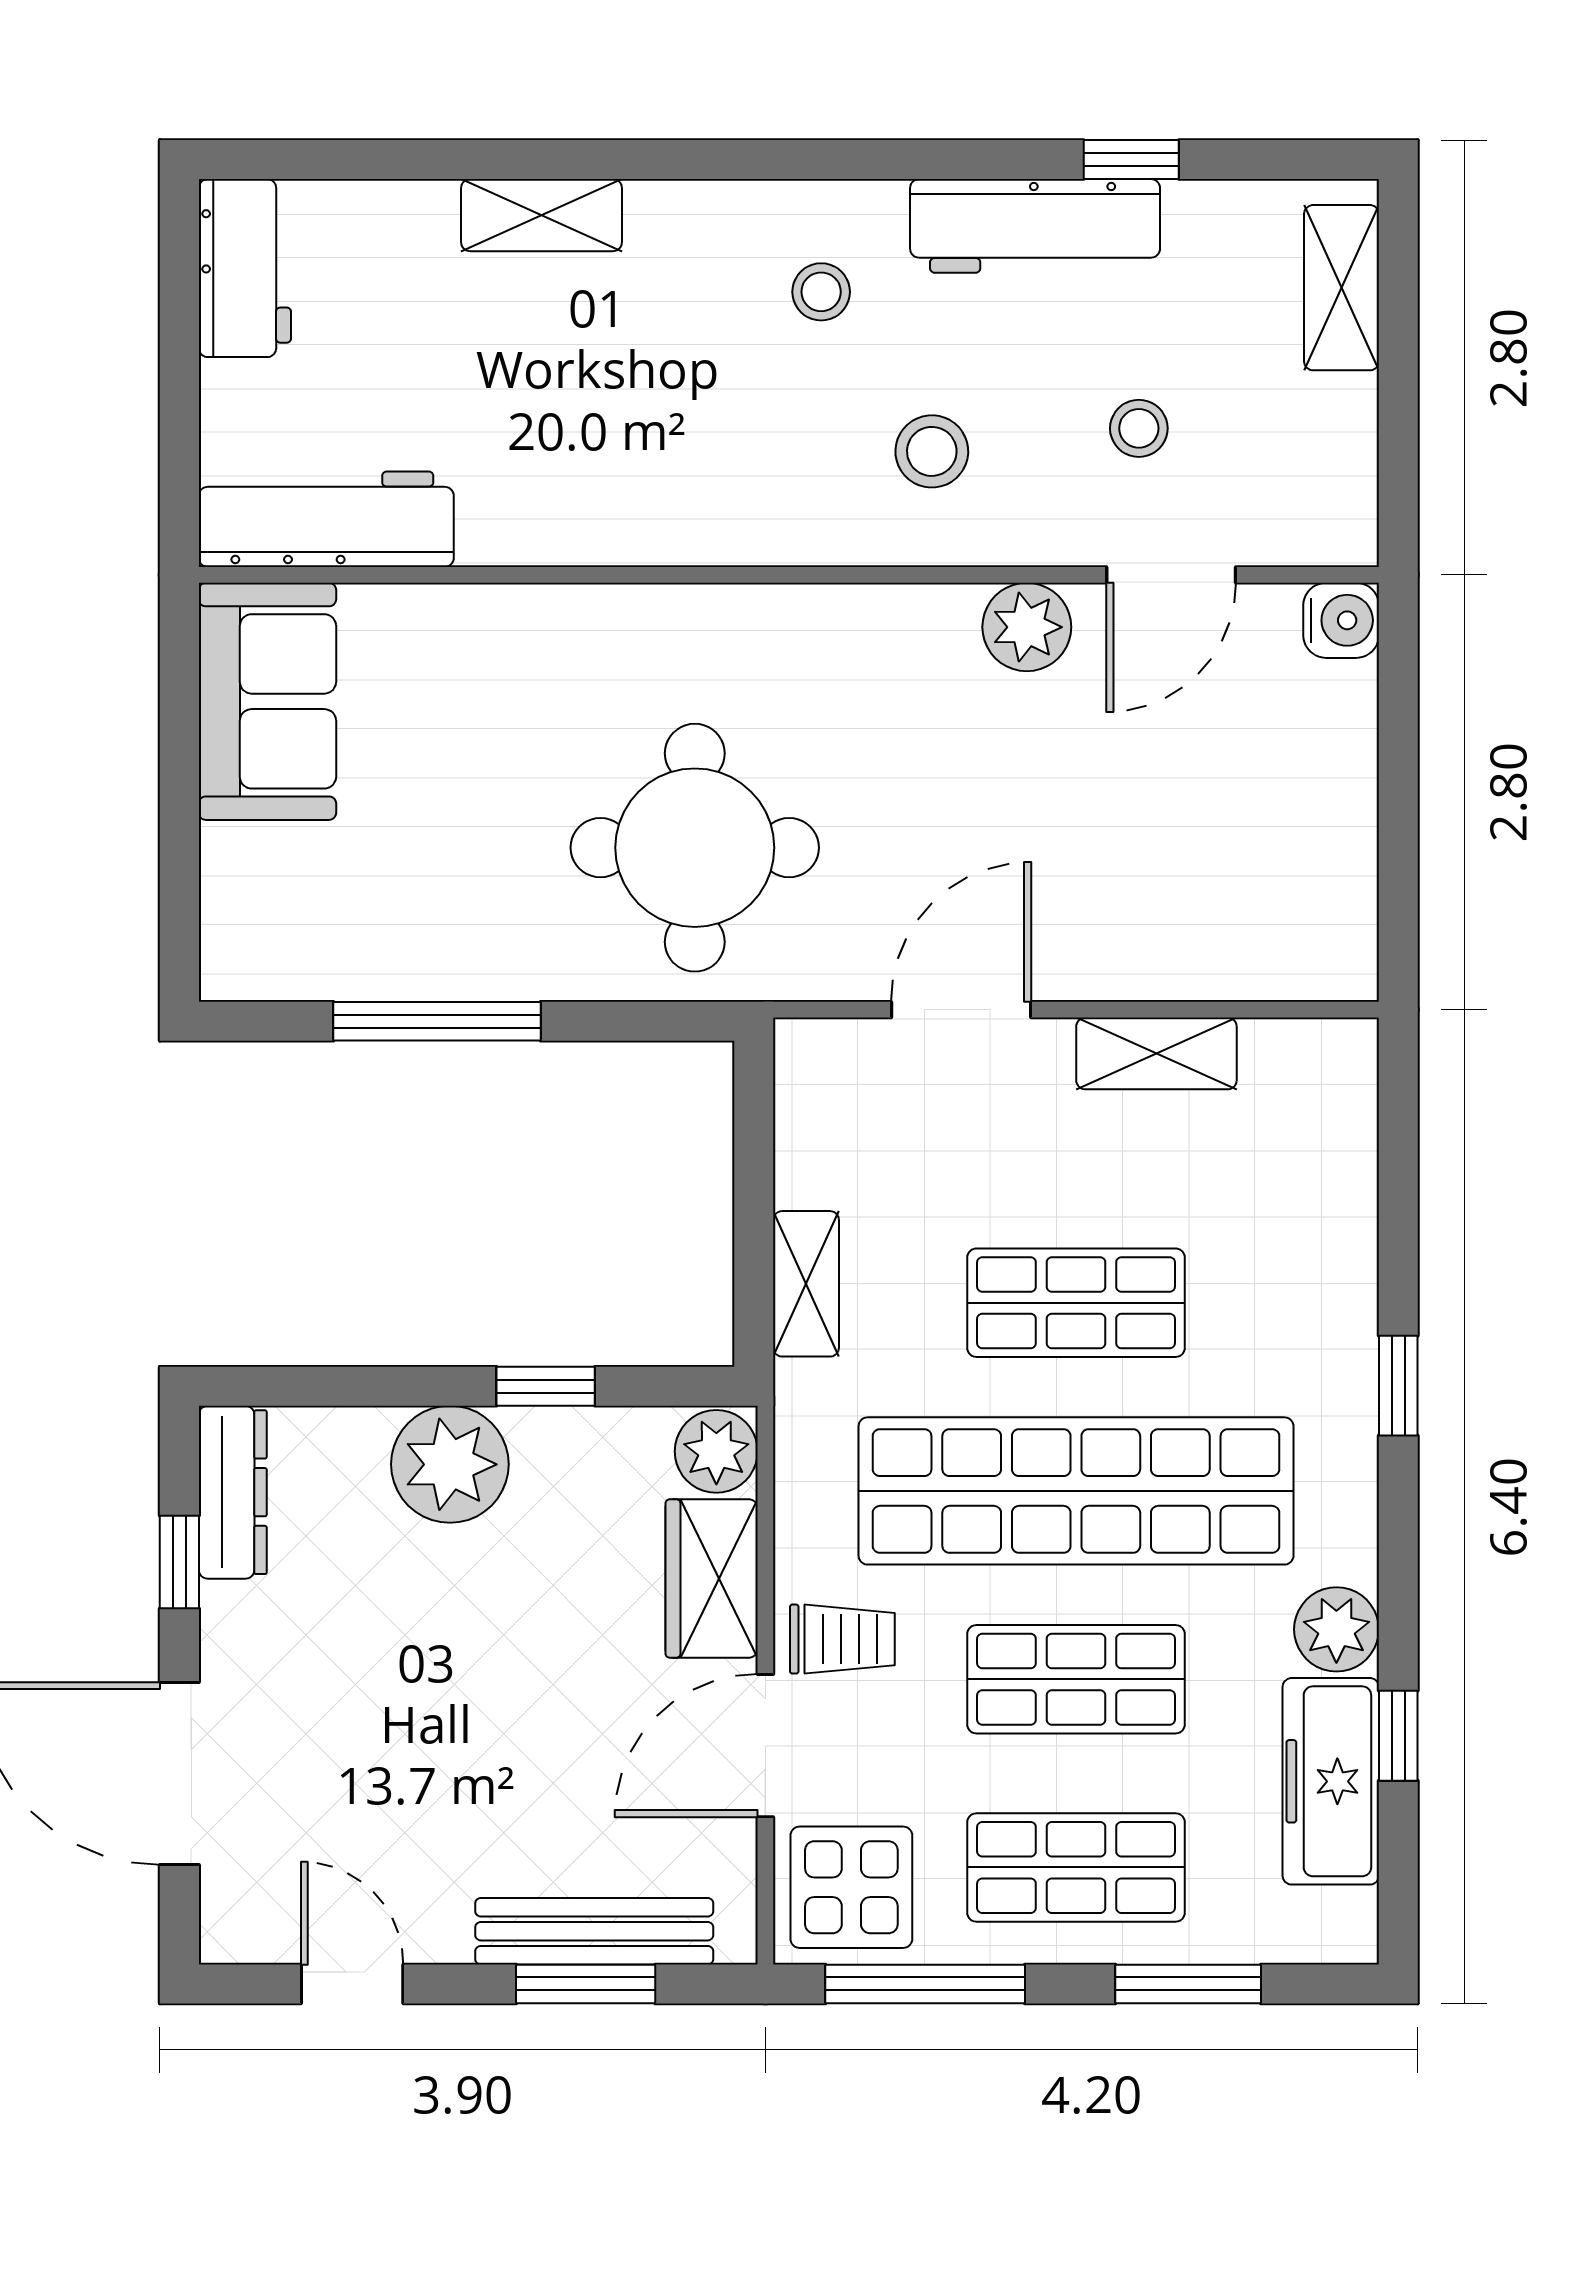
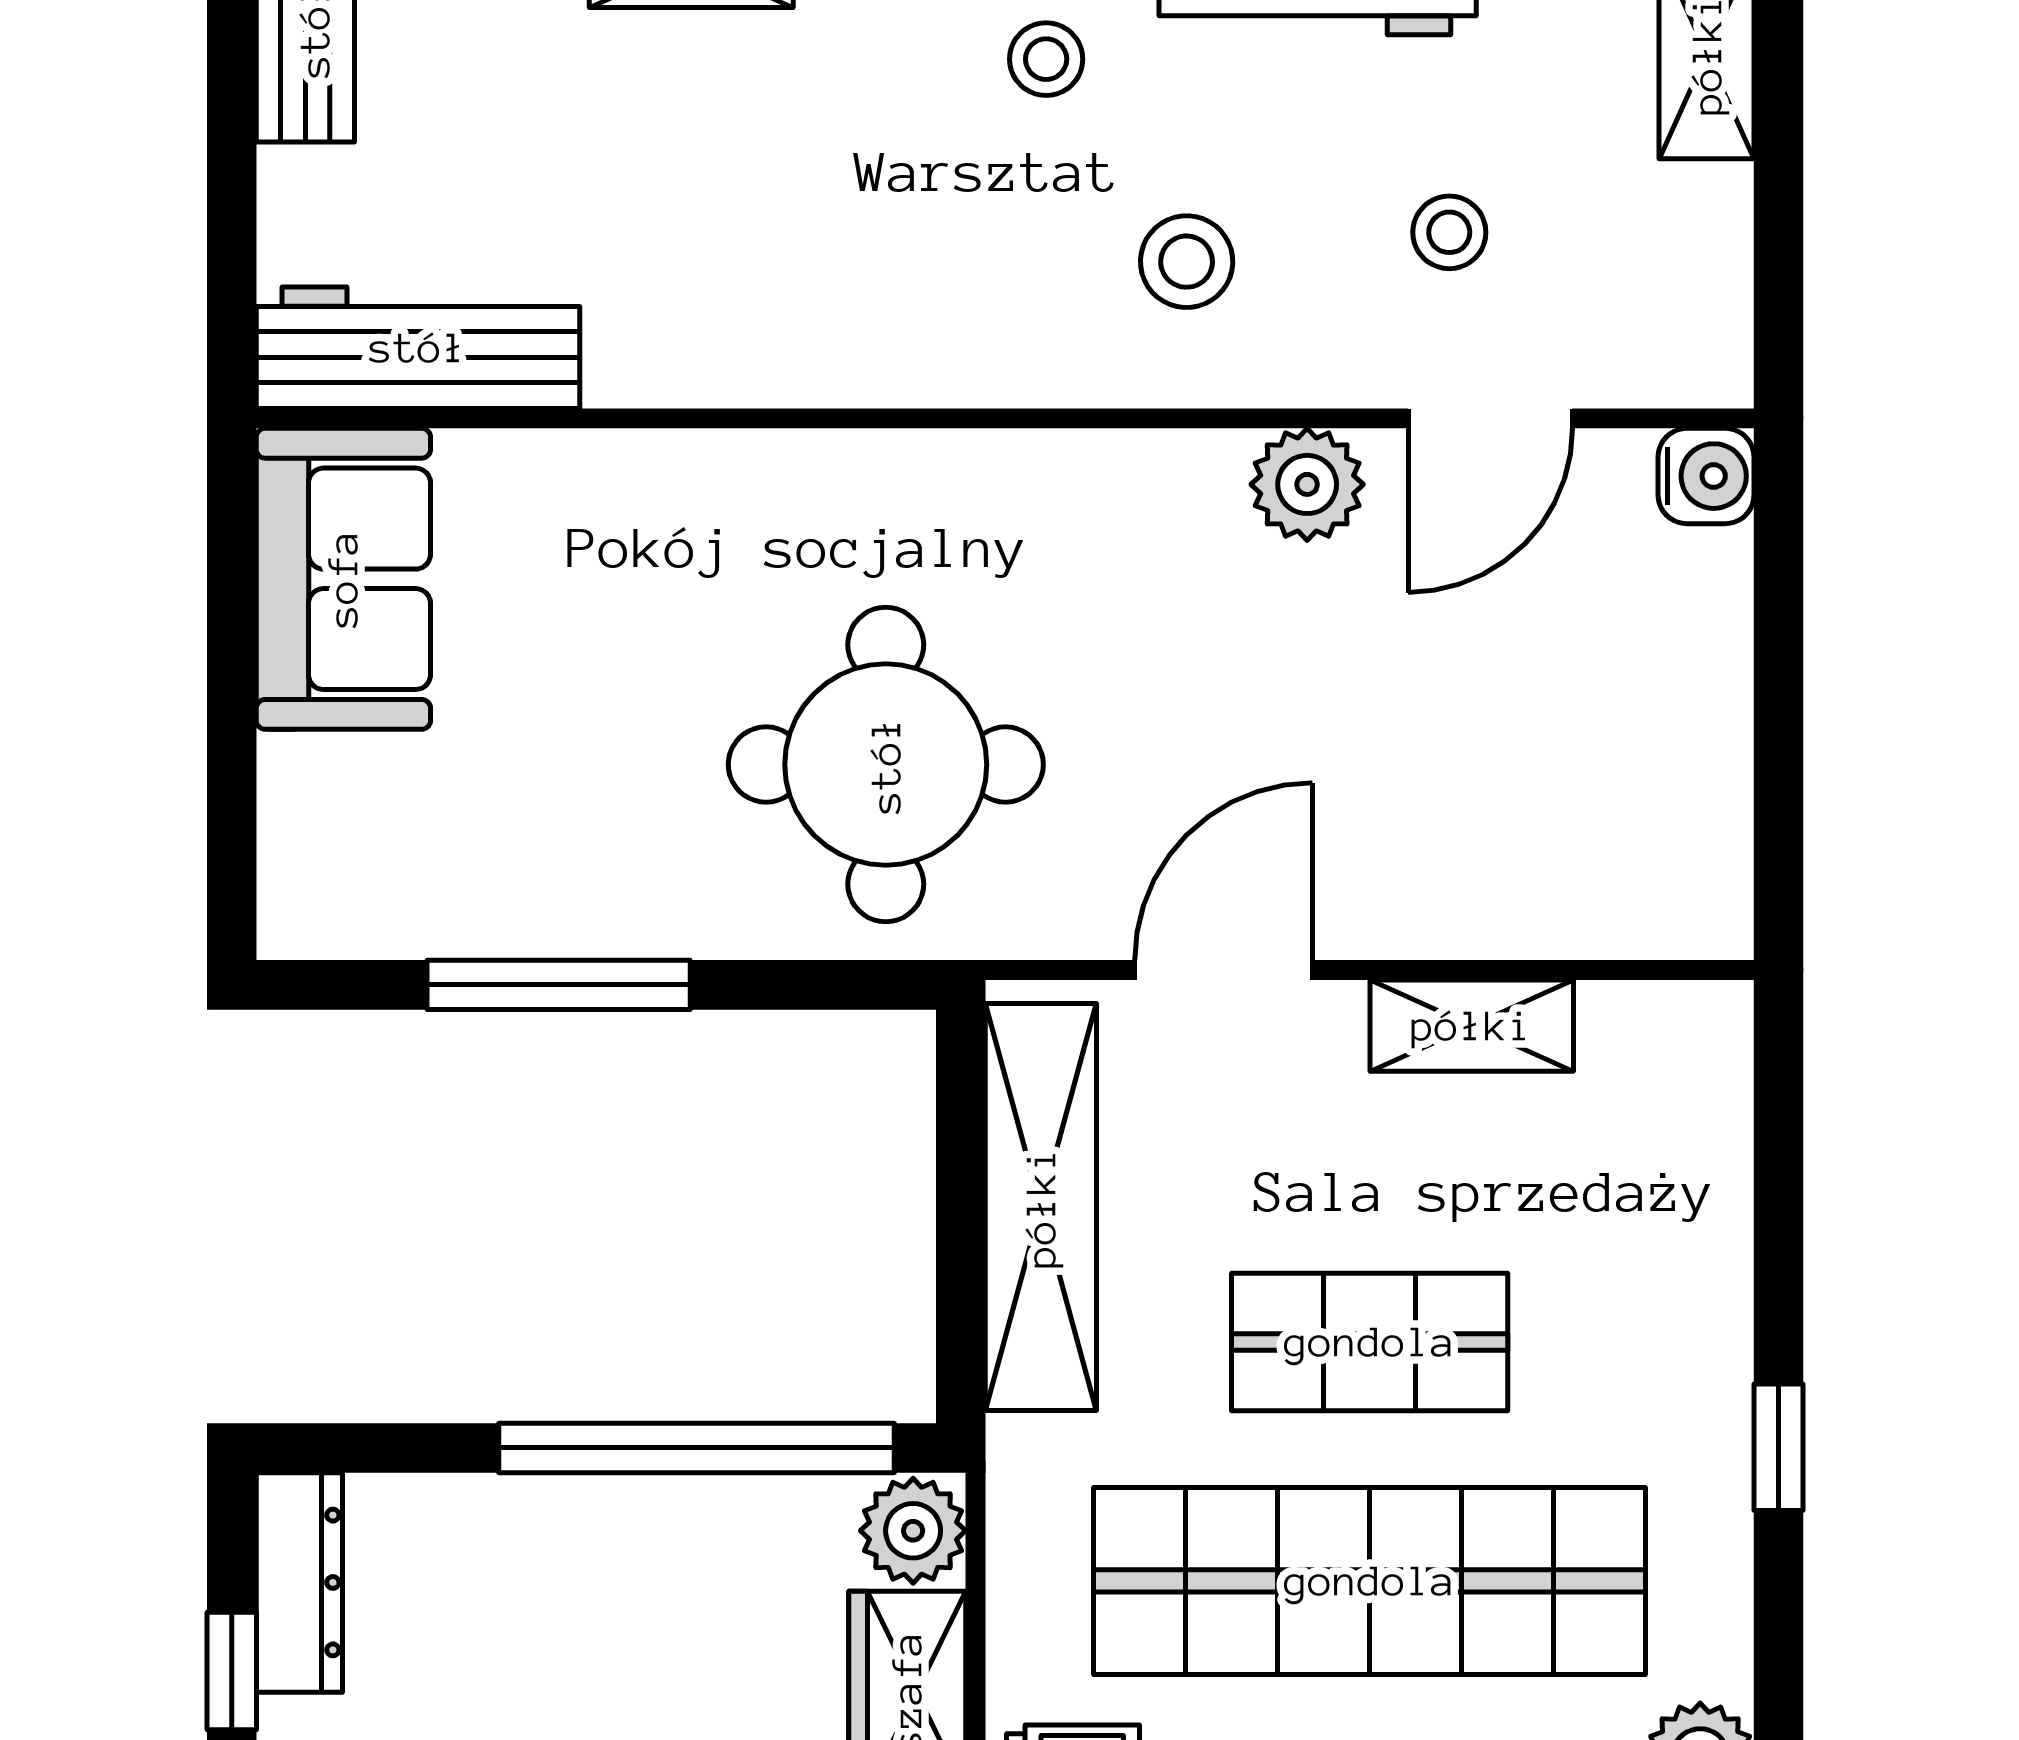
shelving: (806, 1284) -> (1041, 1207), width x2.20, depth x1.33
window: (546, 1386) -> (696, 1448), width x3.17
plant: (450, 1464) -> (575, 1547), removed

